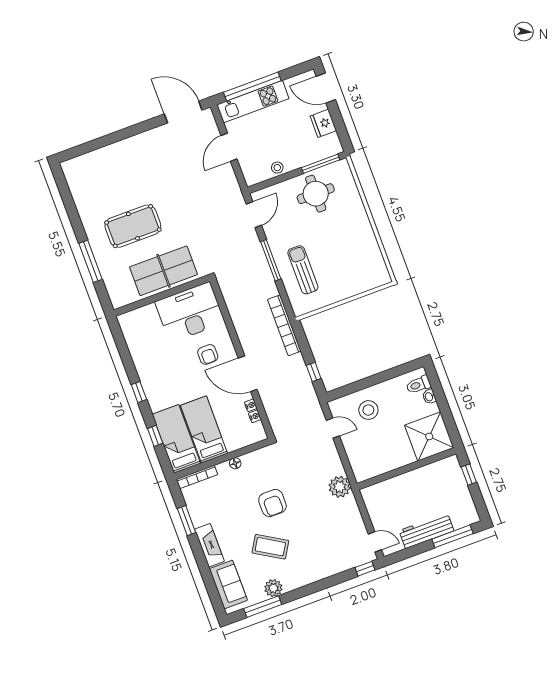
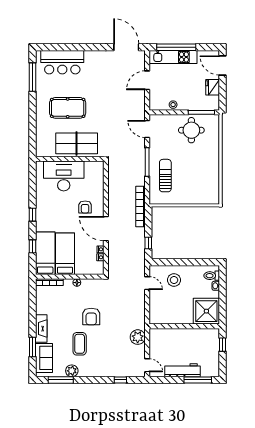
bar counter: (102, 166) -> (62, 62), added
door: (254, 215) -> (147, 129), swing flipped
window: (91, 261) -> (32, 77), moved
desk: (190, 312) -> (64, 176), moved
plant: (340, 487) -> (138, 337), moved
window: (186, 521) -> (32, 347), moved
coffee table: (270, 547) -> (80, 344), turned 59
window: (365, 569) -> (120, 380), moved

